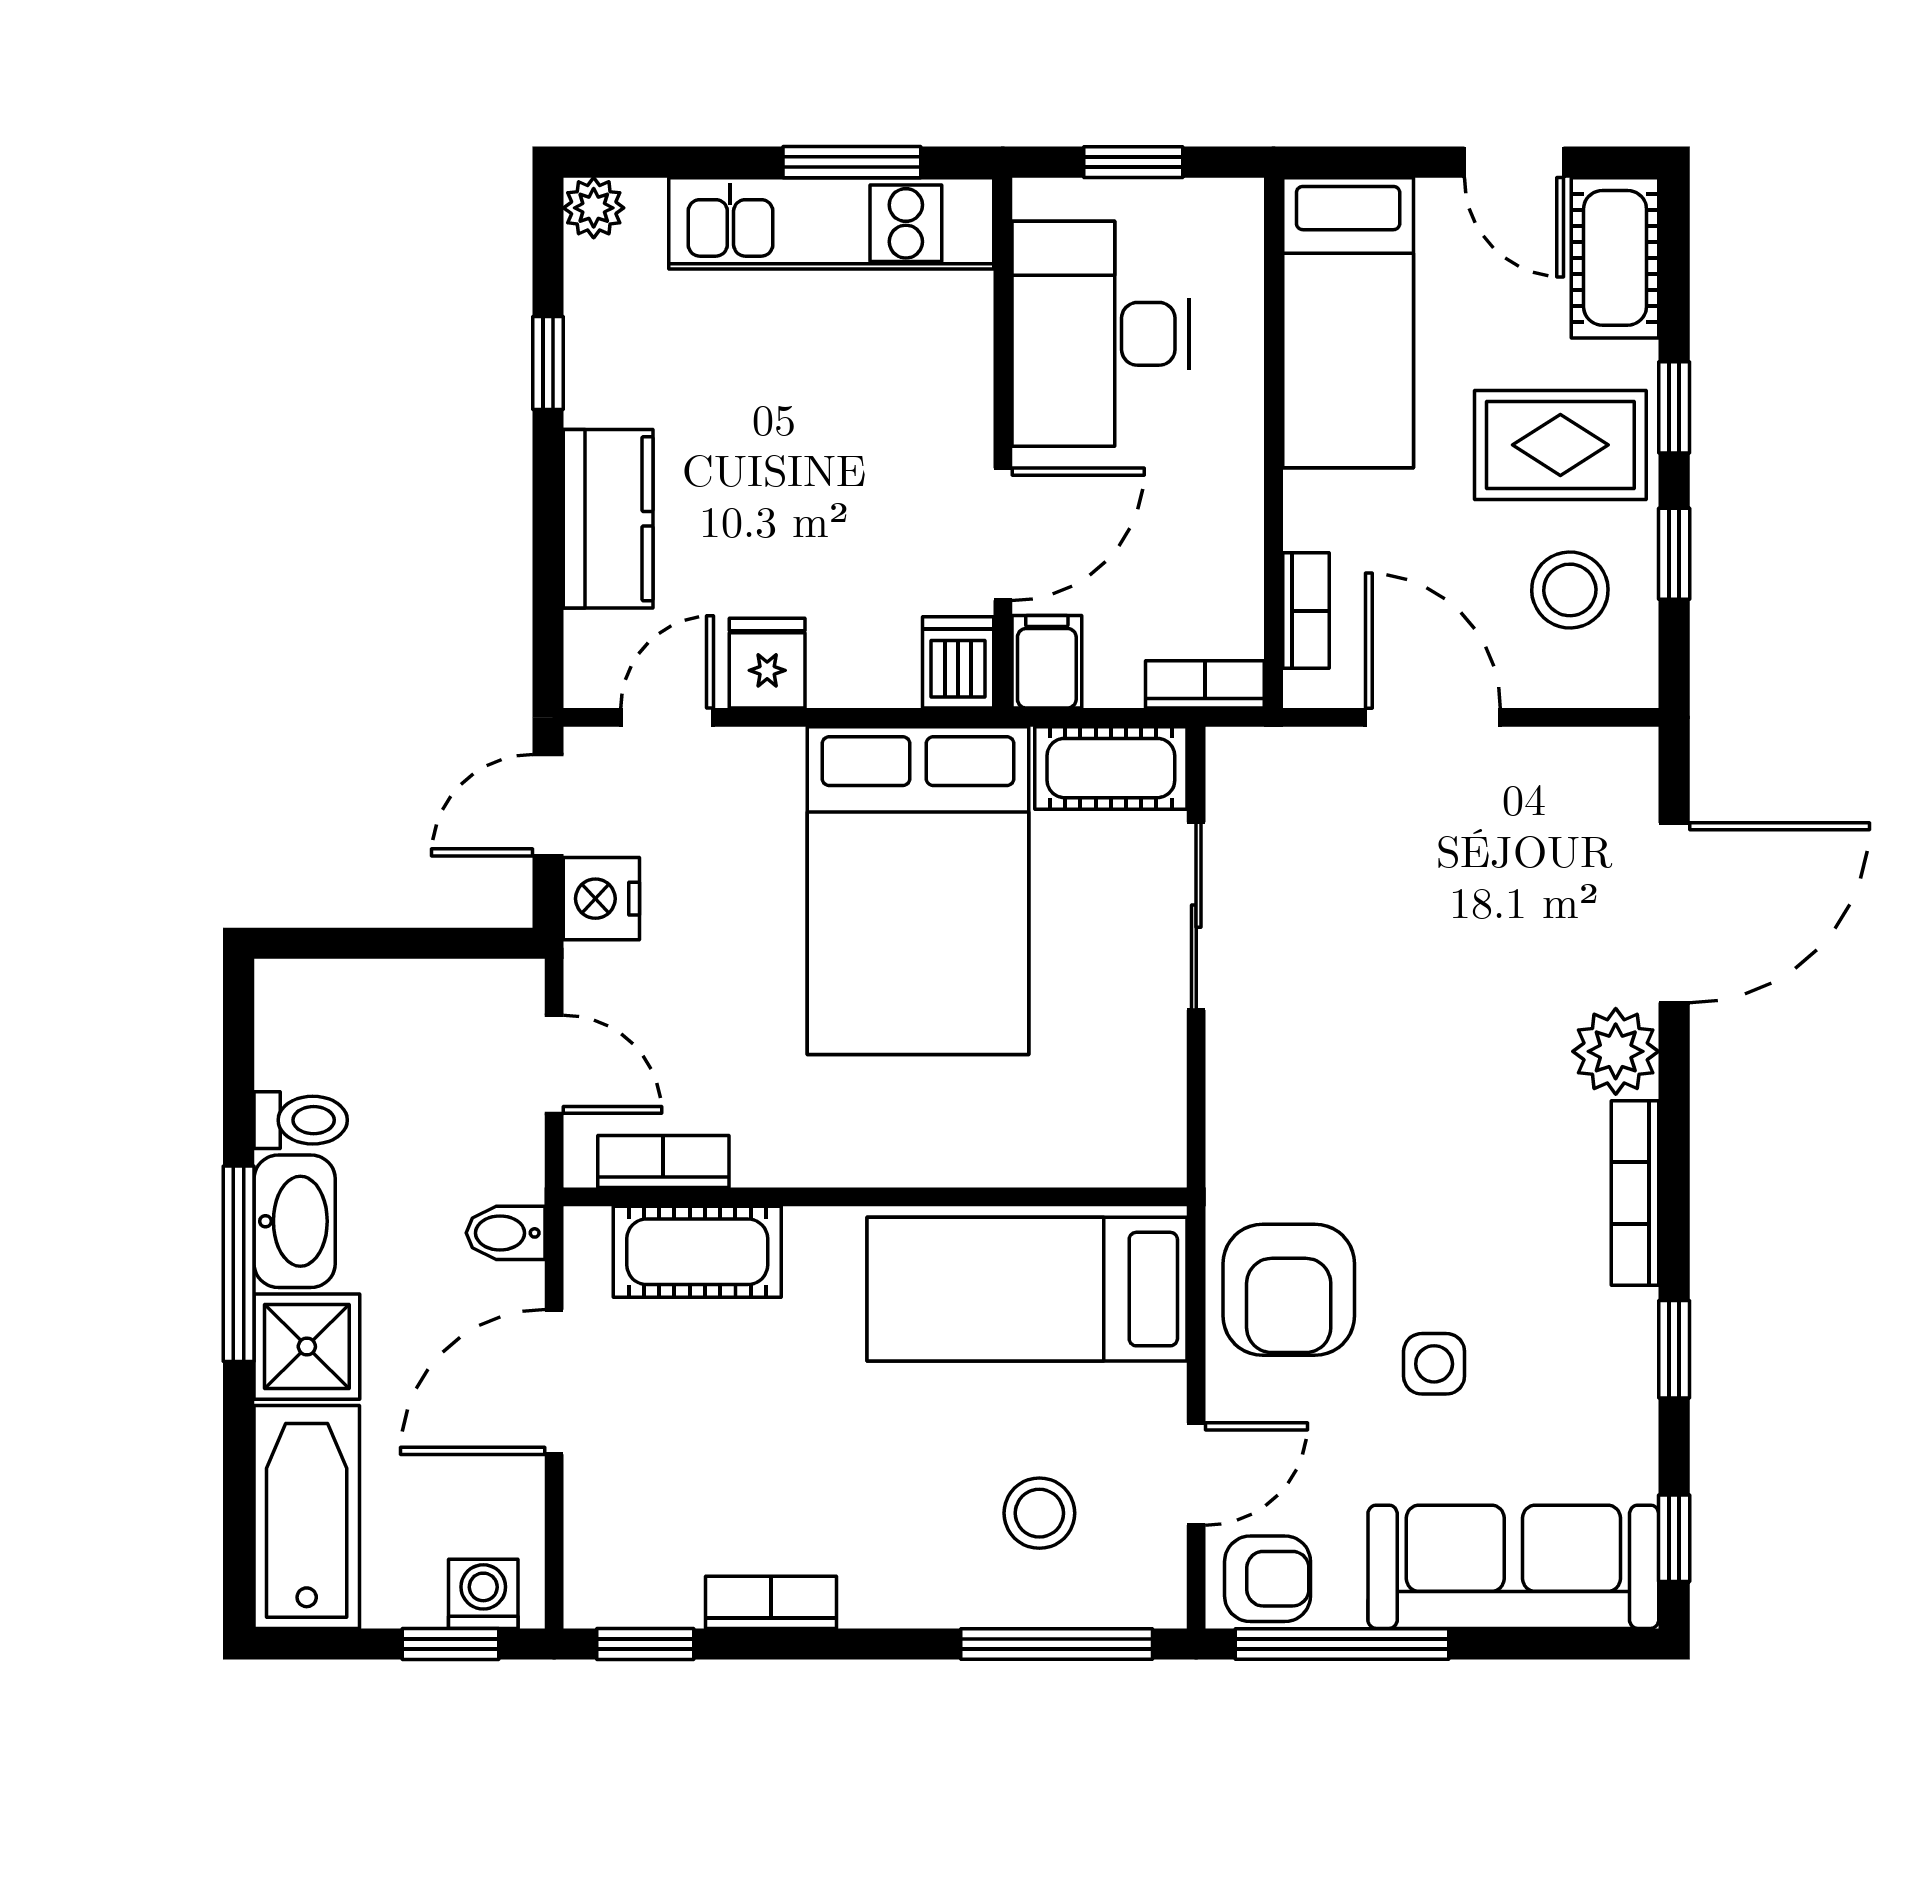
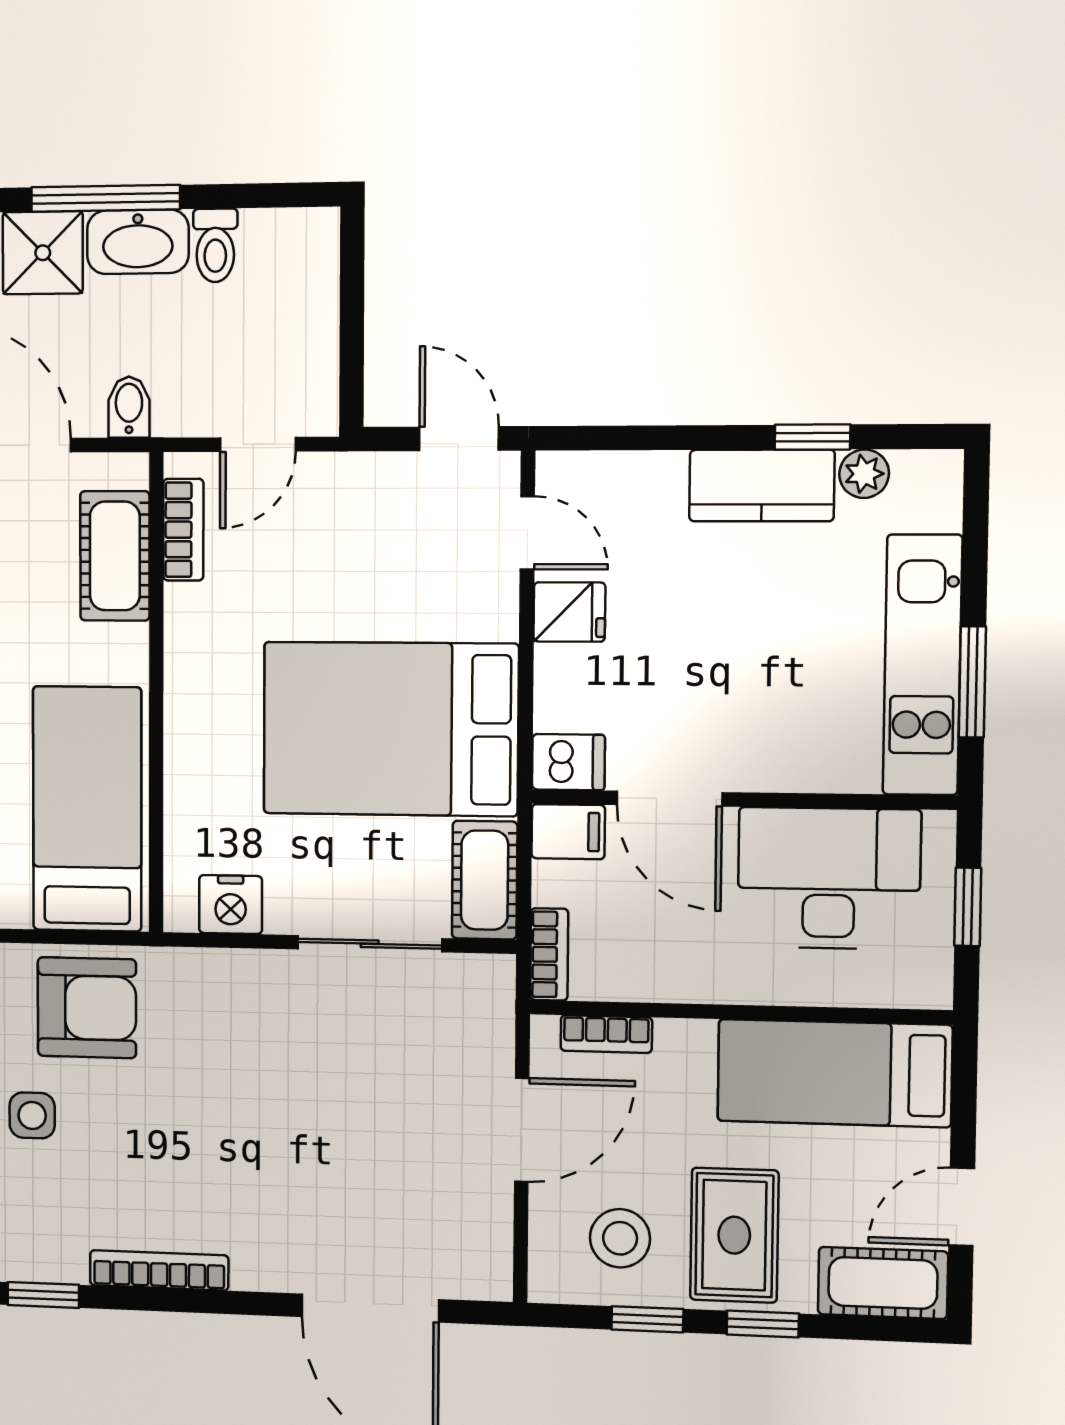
plant: (594, 208) -> (864, 474), moved
kitchen counter: (608, 519) -> (762, 486), moved
nightstand: (601, 899) -> (231, 905), moved, turned 180
plant: (1616, 1051) -> (265, 1260), removed
armchair: (1289, 1290) -> (87, 1008), turned 180

